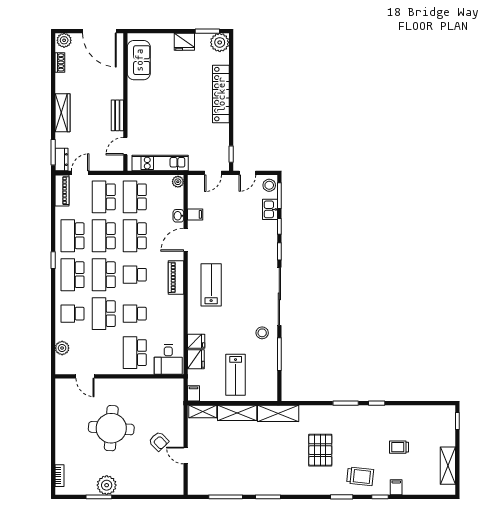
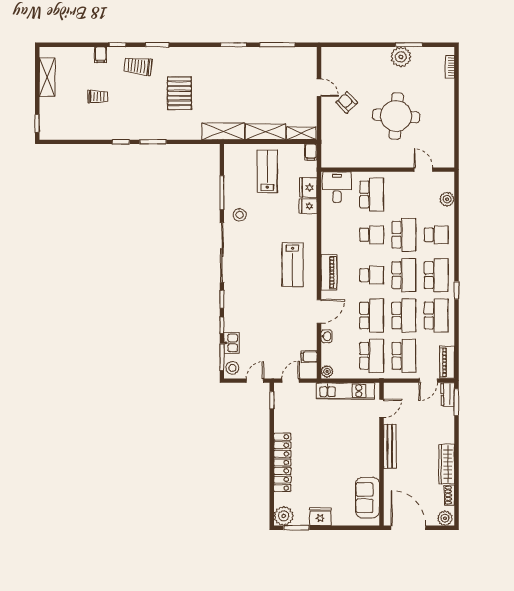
wardrobe: (62, 113) -> (447, 464), moved
bench: (117, 115) -> (390, 446), width x1.36
filing cabinet: (195, 214) -> (309, 357), moved

